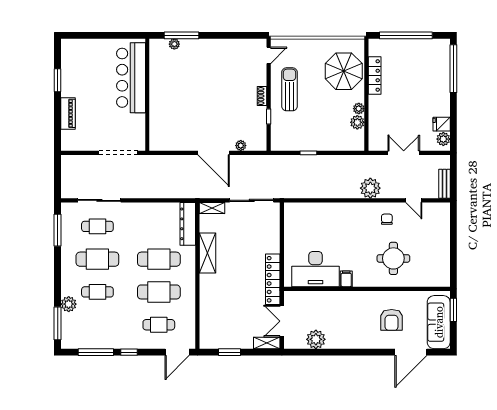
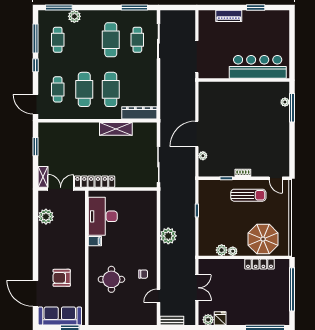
plant: (370, 188) -> (168, 236), moved
shelving: (212, 208) -> (152, 132), removed
cafe table: (97, 292) -> (58, 40), moved

